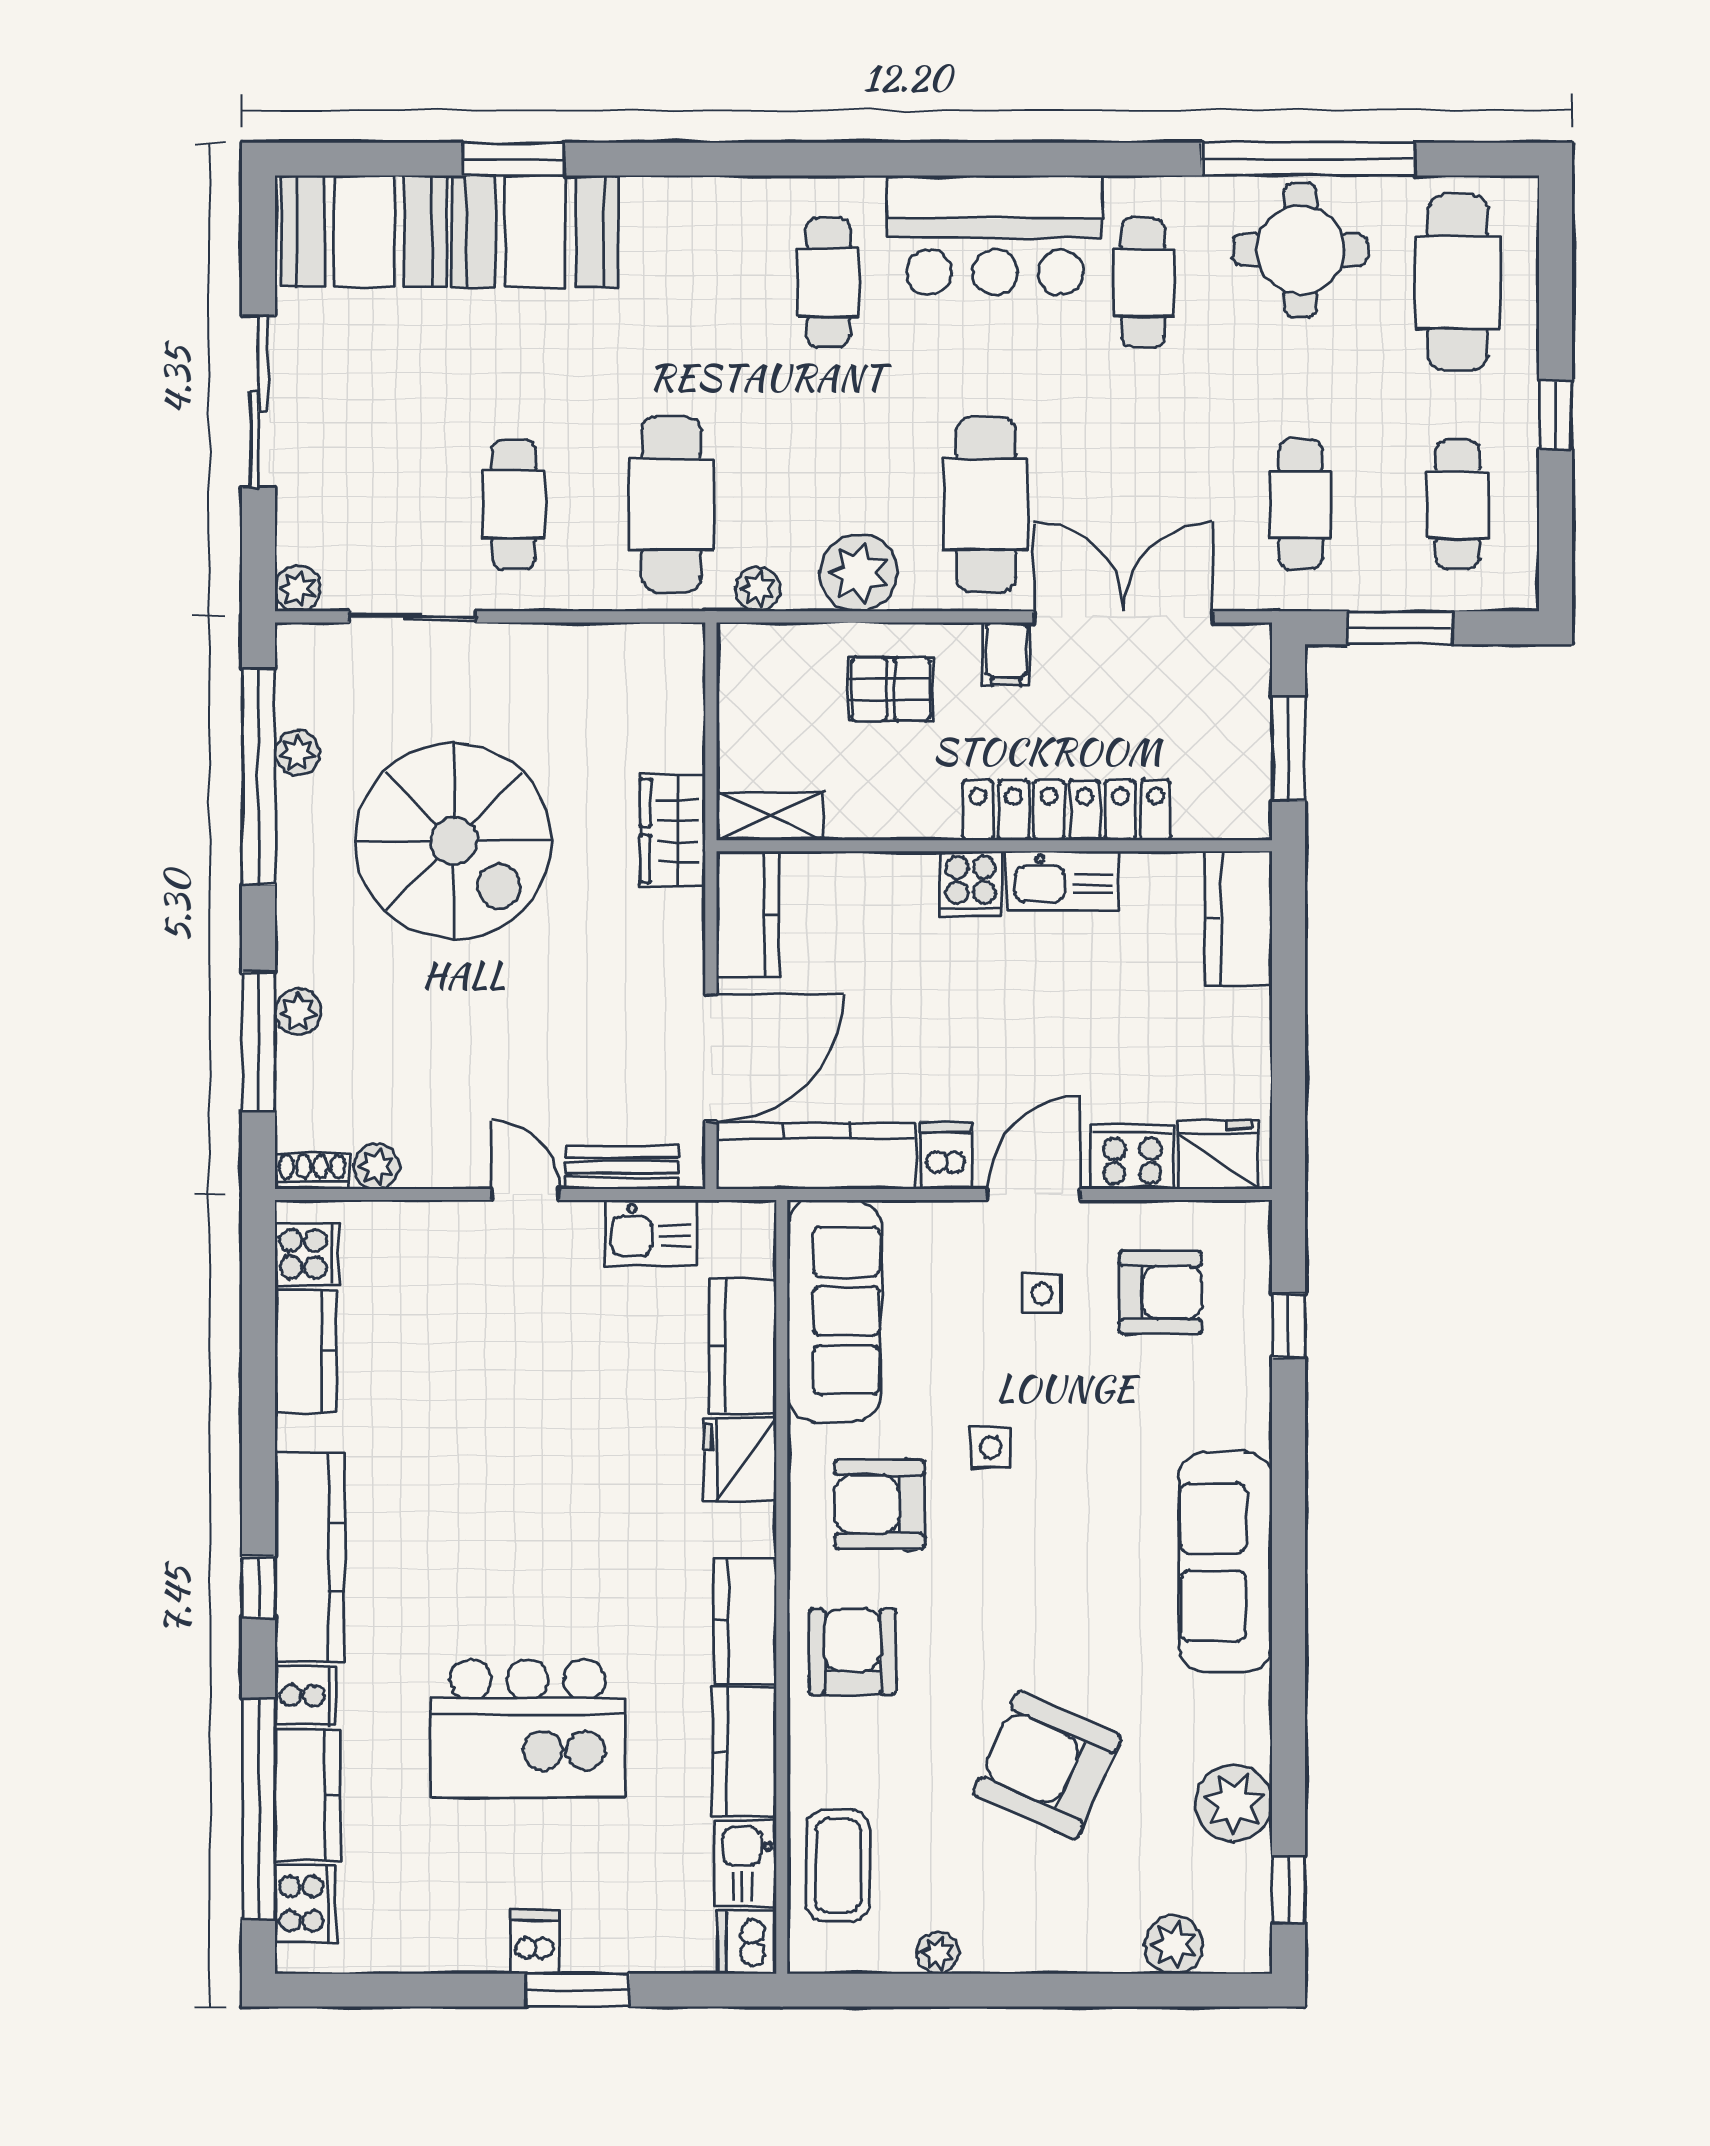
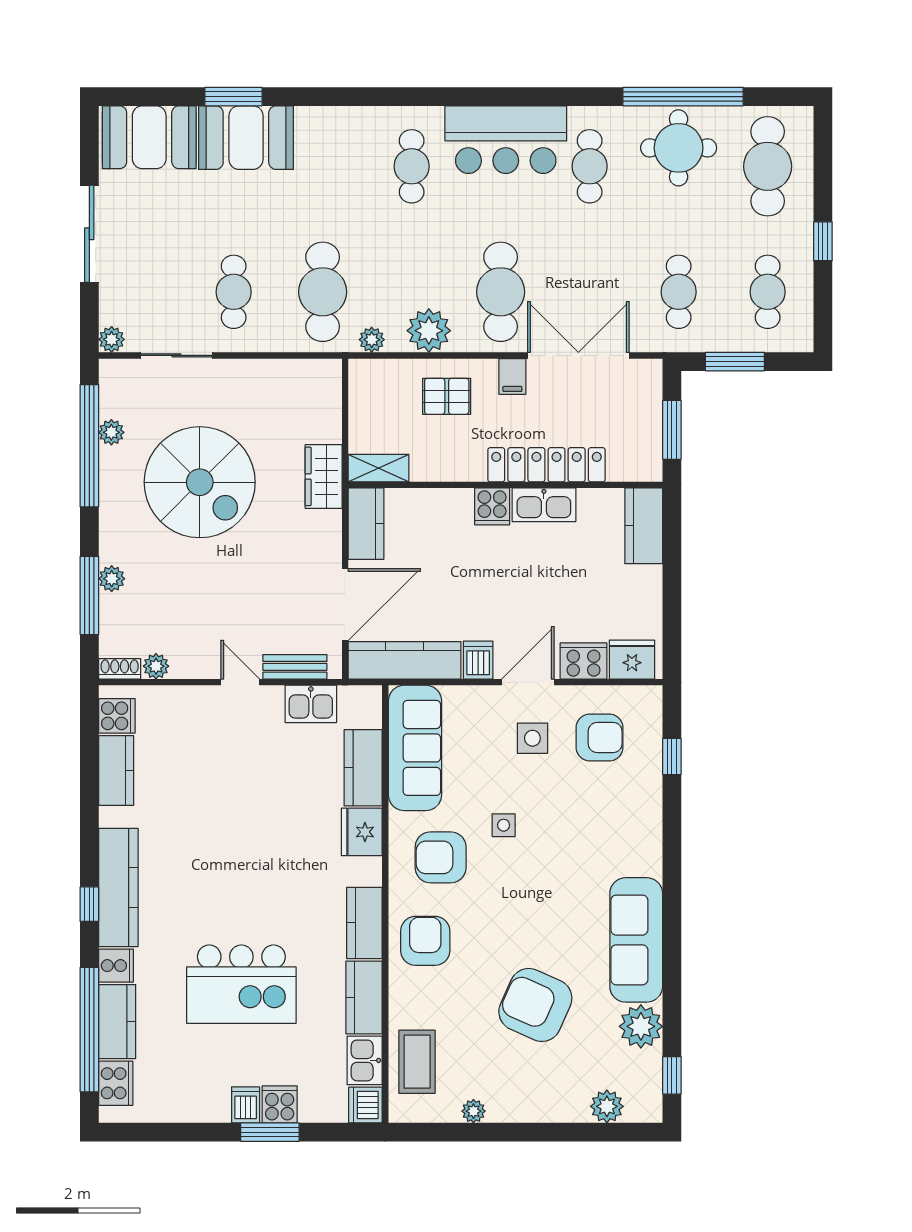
side table: (1042, 1294) -> (532, 738), width x1.37, depth x1.37
sofa: (1225, 1562) -> (636, 940), moved
cooker: (595, 1941) -> (280, 1104), added

